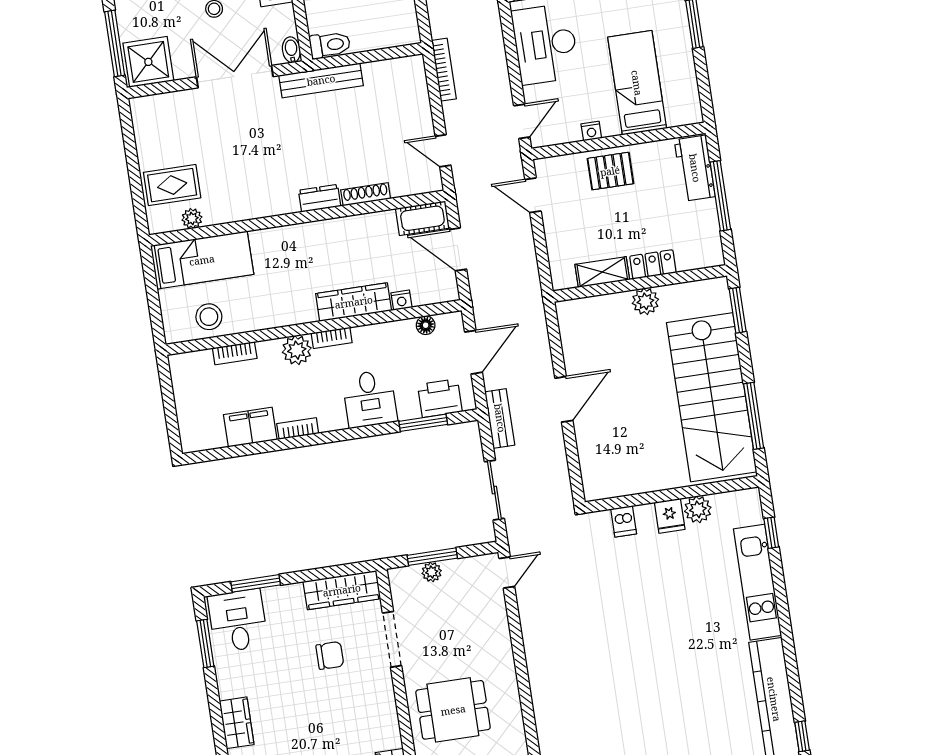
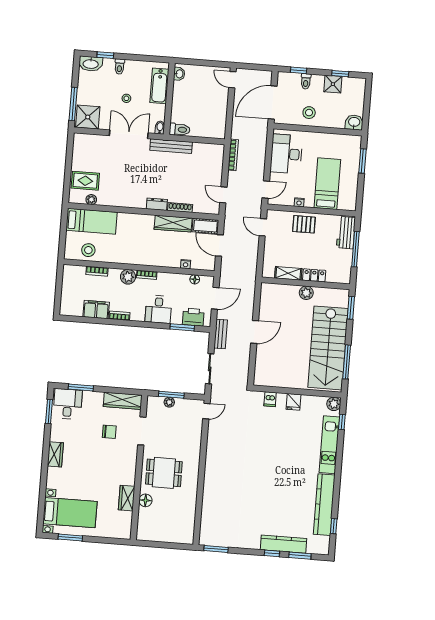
wardrobe: (354, 302) -> (173, 224), moved, turned 180
plant: (698, 509) -> (334, 404), moved

